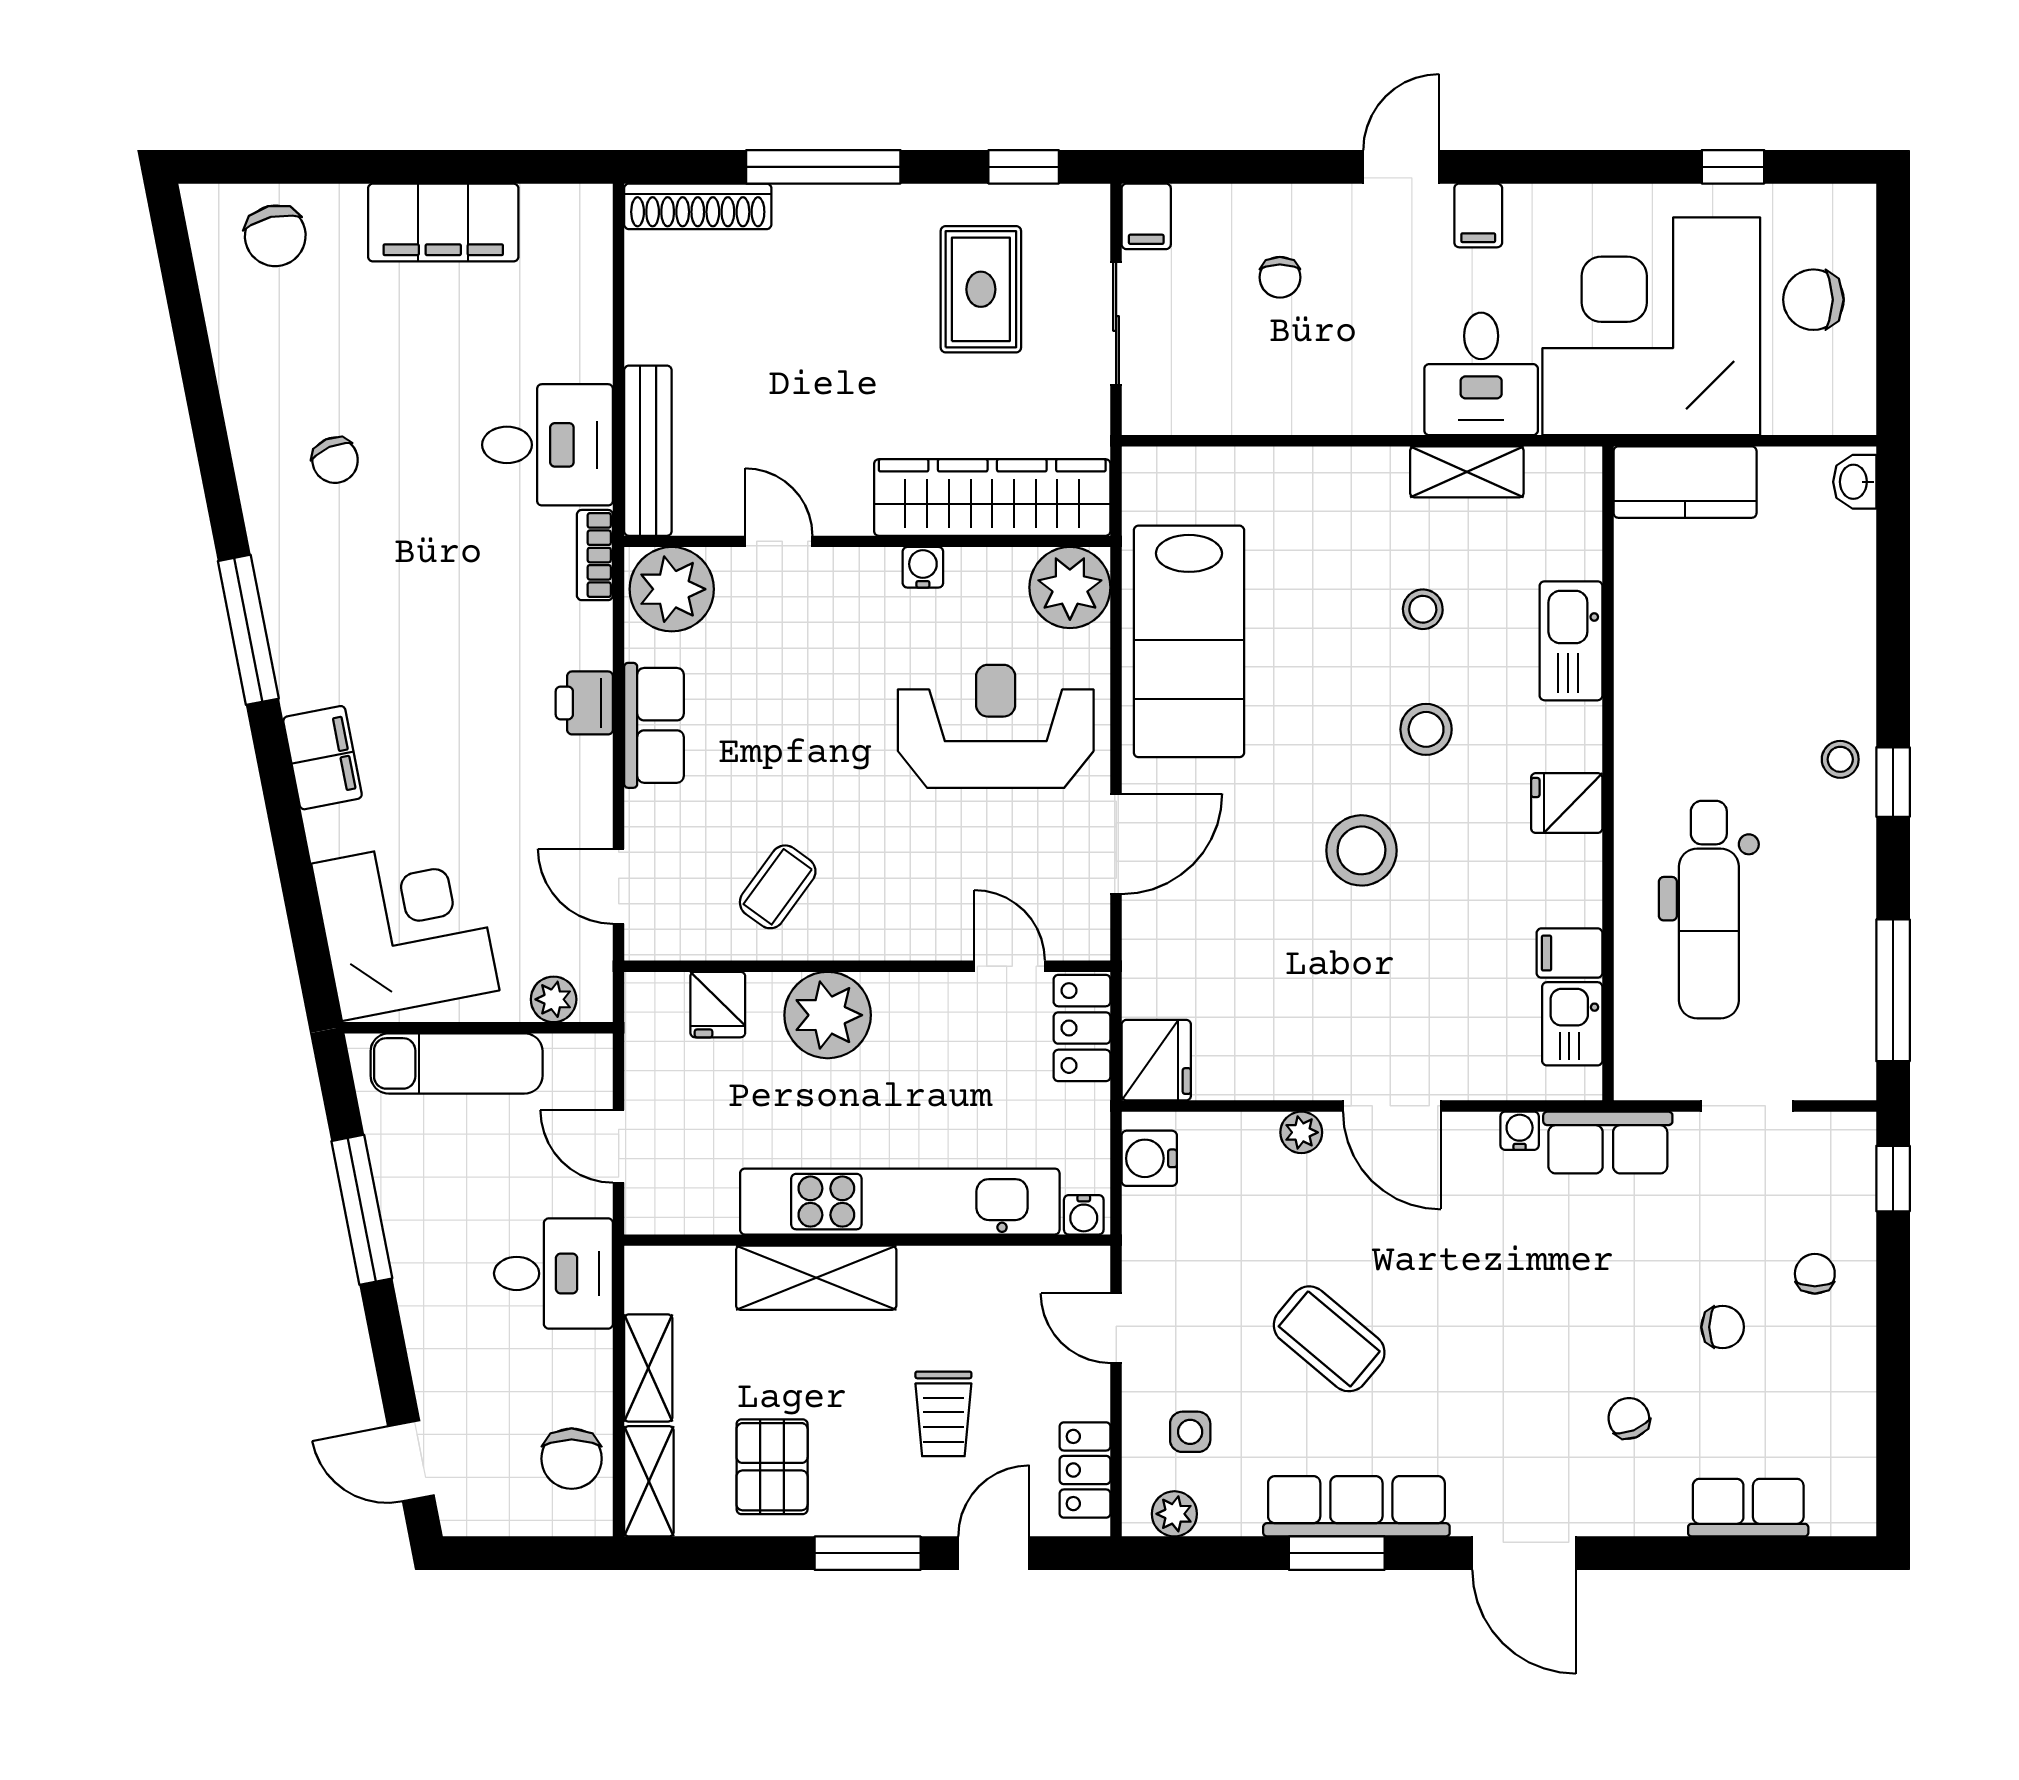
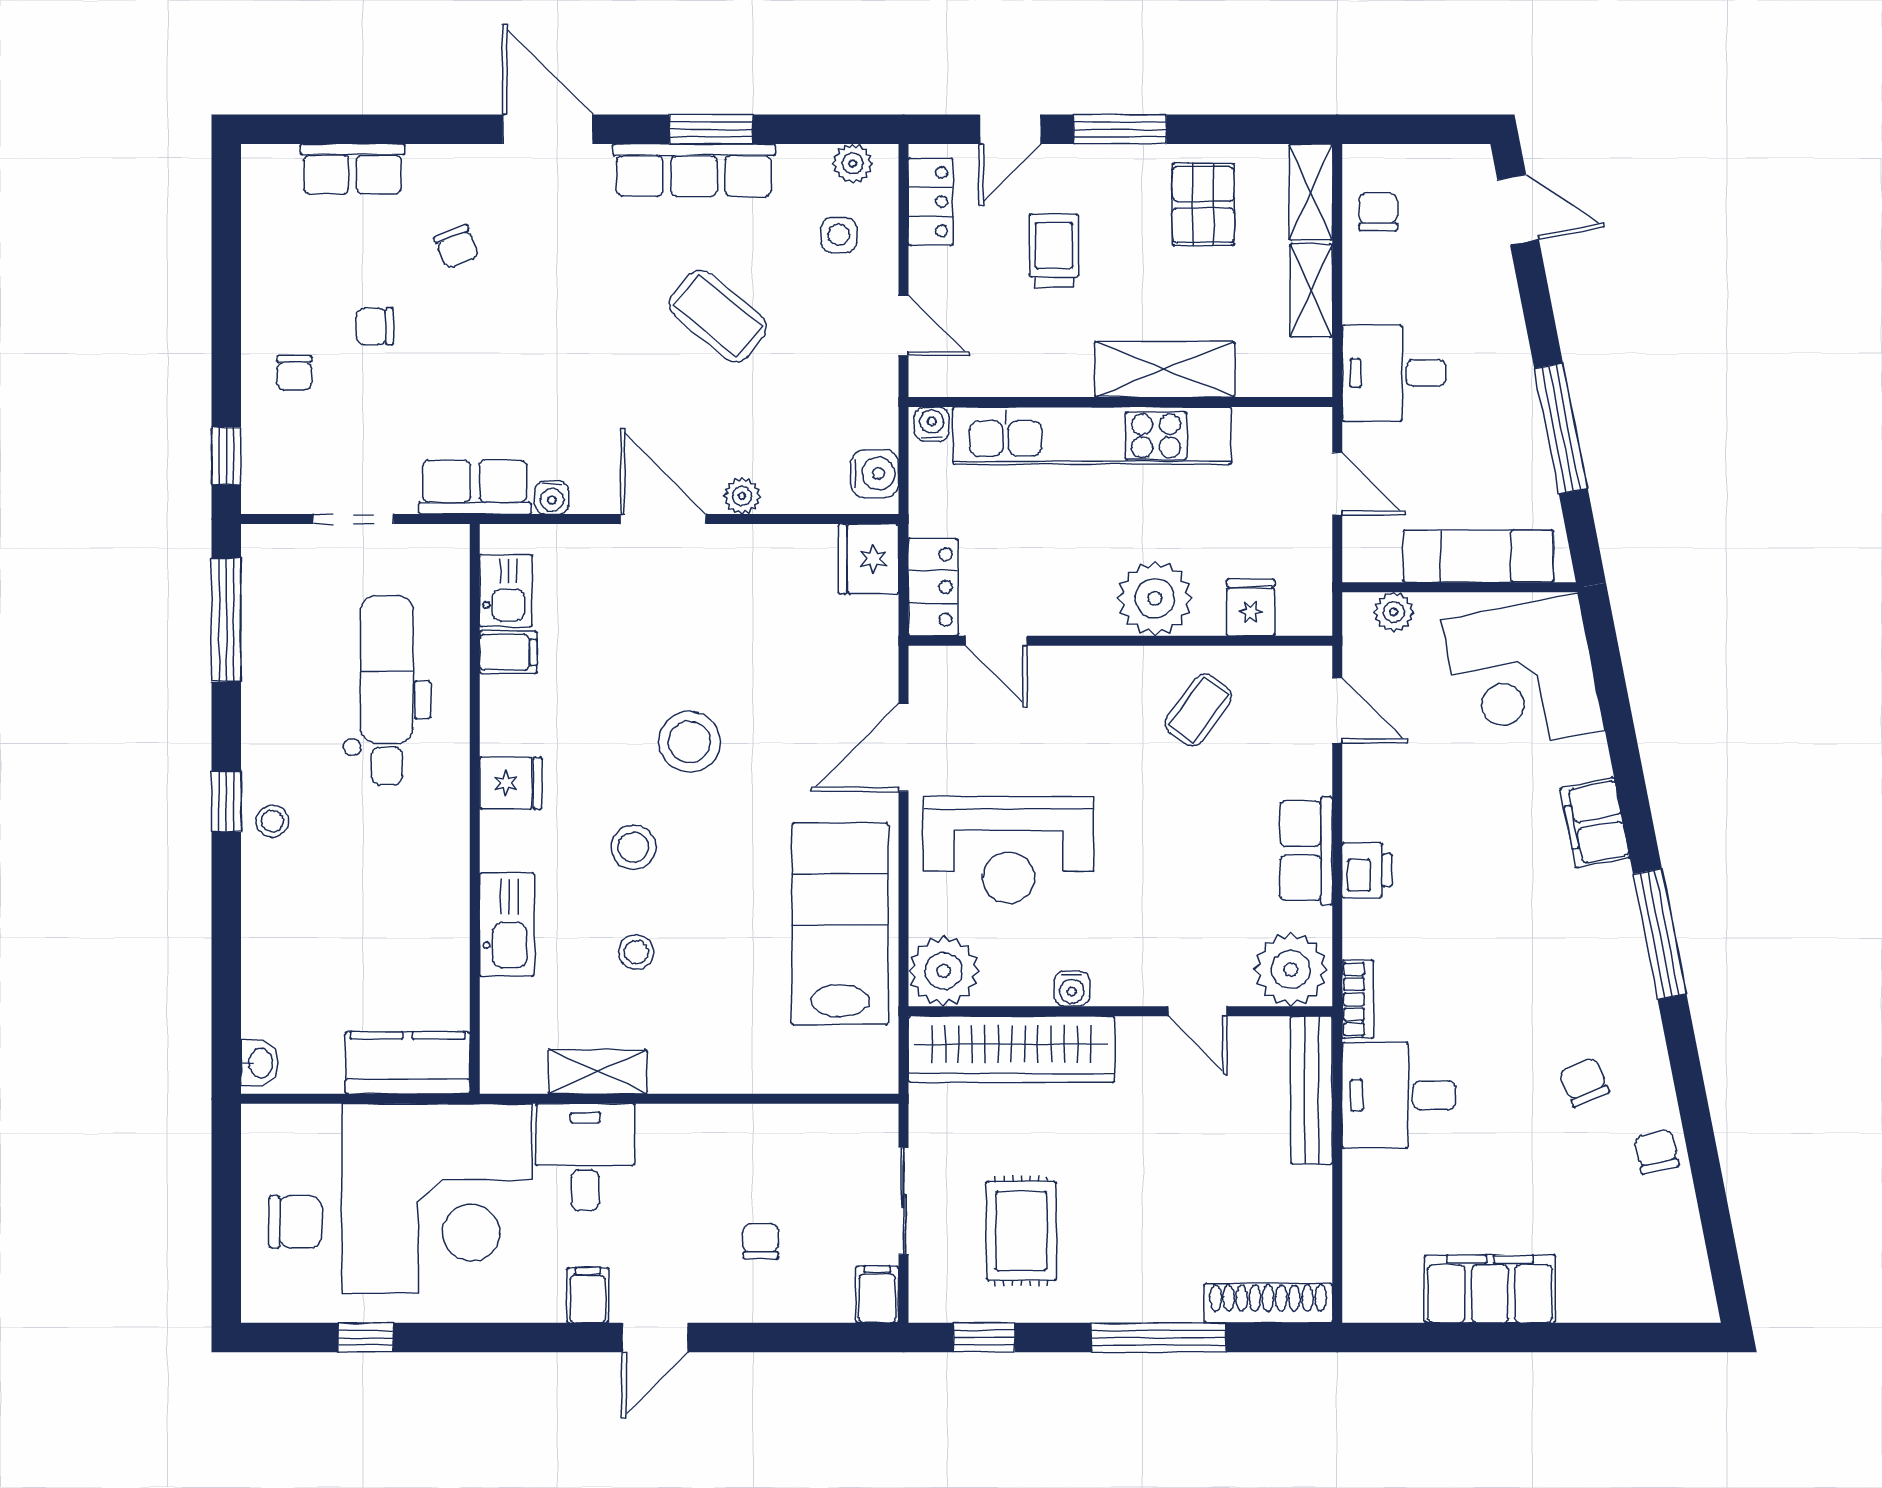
chair: (275, 236) -> (1656, 1151), moved, width x0.73, depth x0.73
chair: (572, 1459) -> (1378, 212), width x0.73, depth x0.73

